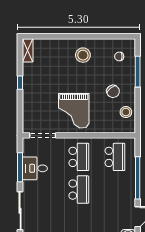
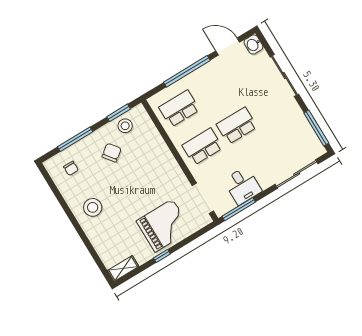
grand piano: (74, 111) -> (164, 226), moved
window: (138, 113) -> (119, 113), added
window: (20, 167) -> (239, 209), moved

